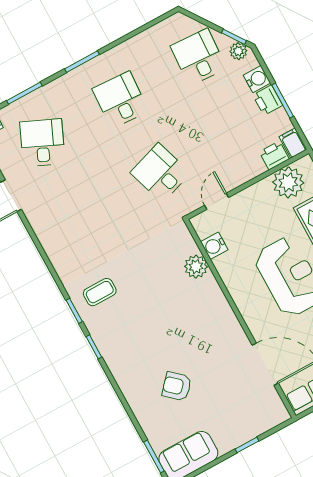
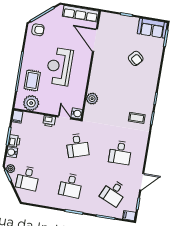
printer: (274, 156) -> (49, 121), moved
door: (217, 201) -> (64, 117), swing flipped
desk: (82, 216) -> (120, 153), added
water cooler: (214, 246) -> (77, 113), moved

